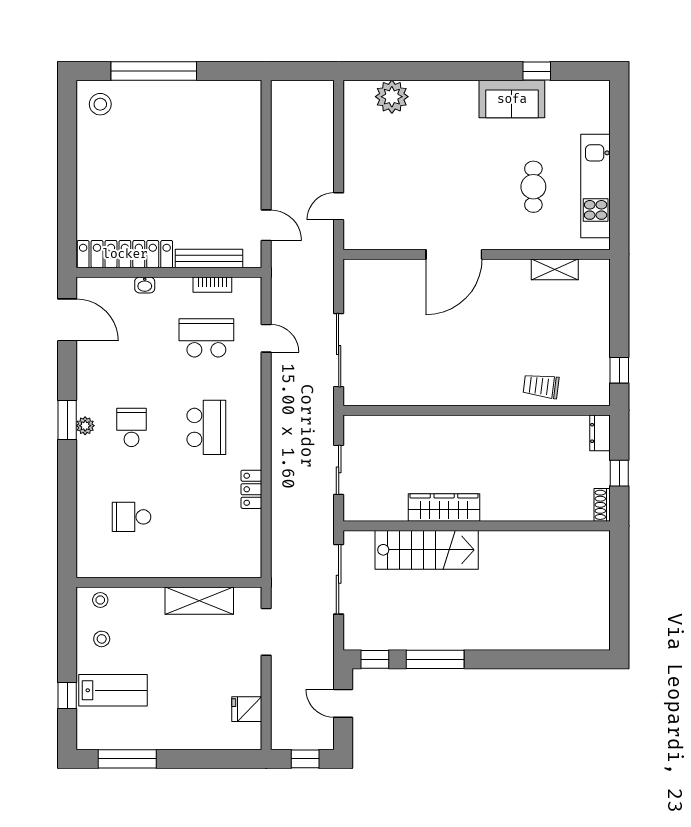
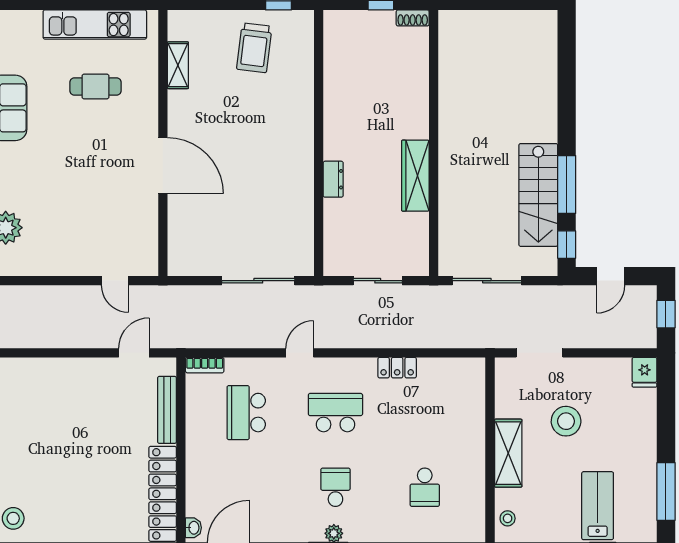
washbasin: (145, 285) -> (193, 528), moved
bookcase: (212, 285) -> (205, 365), moved, turned 90
door: (266, 338) -> (300, 353), moved
trolley: (541, 386) -> (254, 48), moved, width x1.36, depth x1.39
school desk: (131, 427) -> (335, 487), turned 90
dresser: (600, 433) -> (333, 179), moved, turned -90
stairs: (427, 550) -> (538, 195), moved, turned 180
shelving: (199, 601) -> (508, 453), moved
stool: (102, 639) -> (566, 421), moved, width x1.89, depth x1.89
fridge: (247, 709) -> (645, 372), moved

